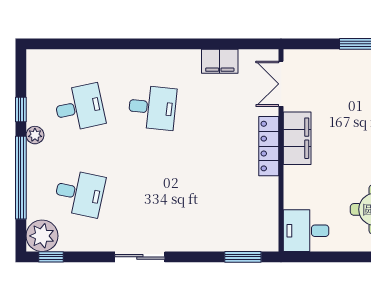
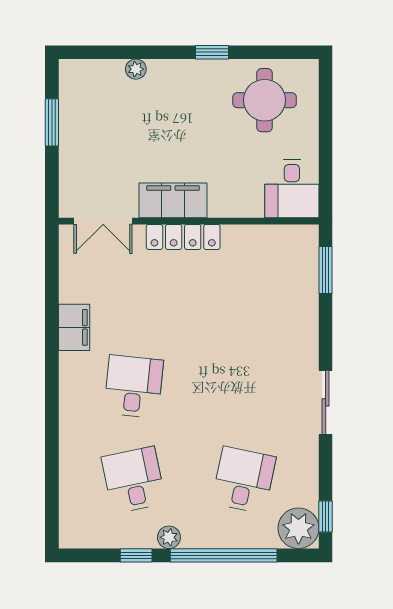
filing cabinet: (220, 61) -> (74, 327), moved

